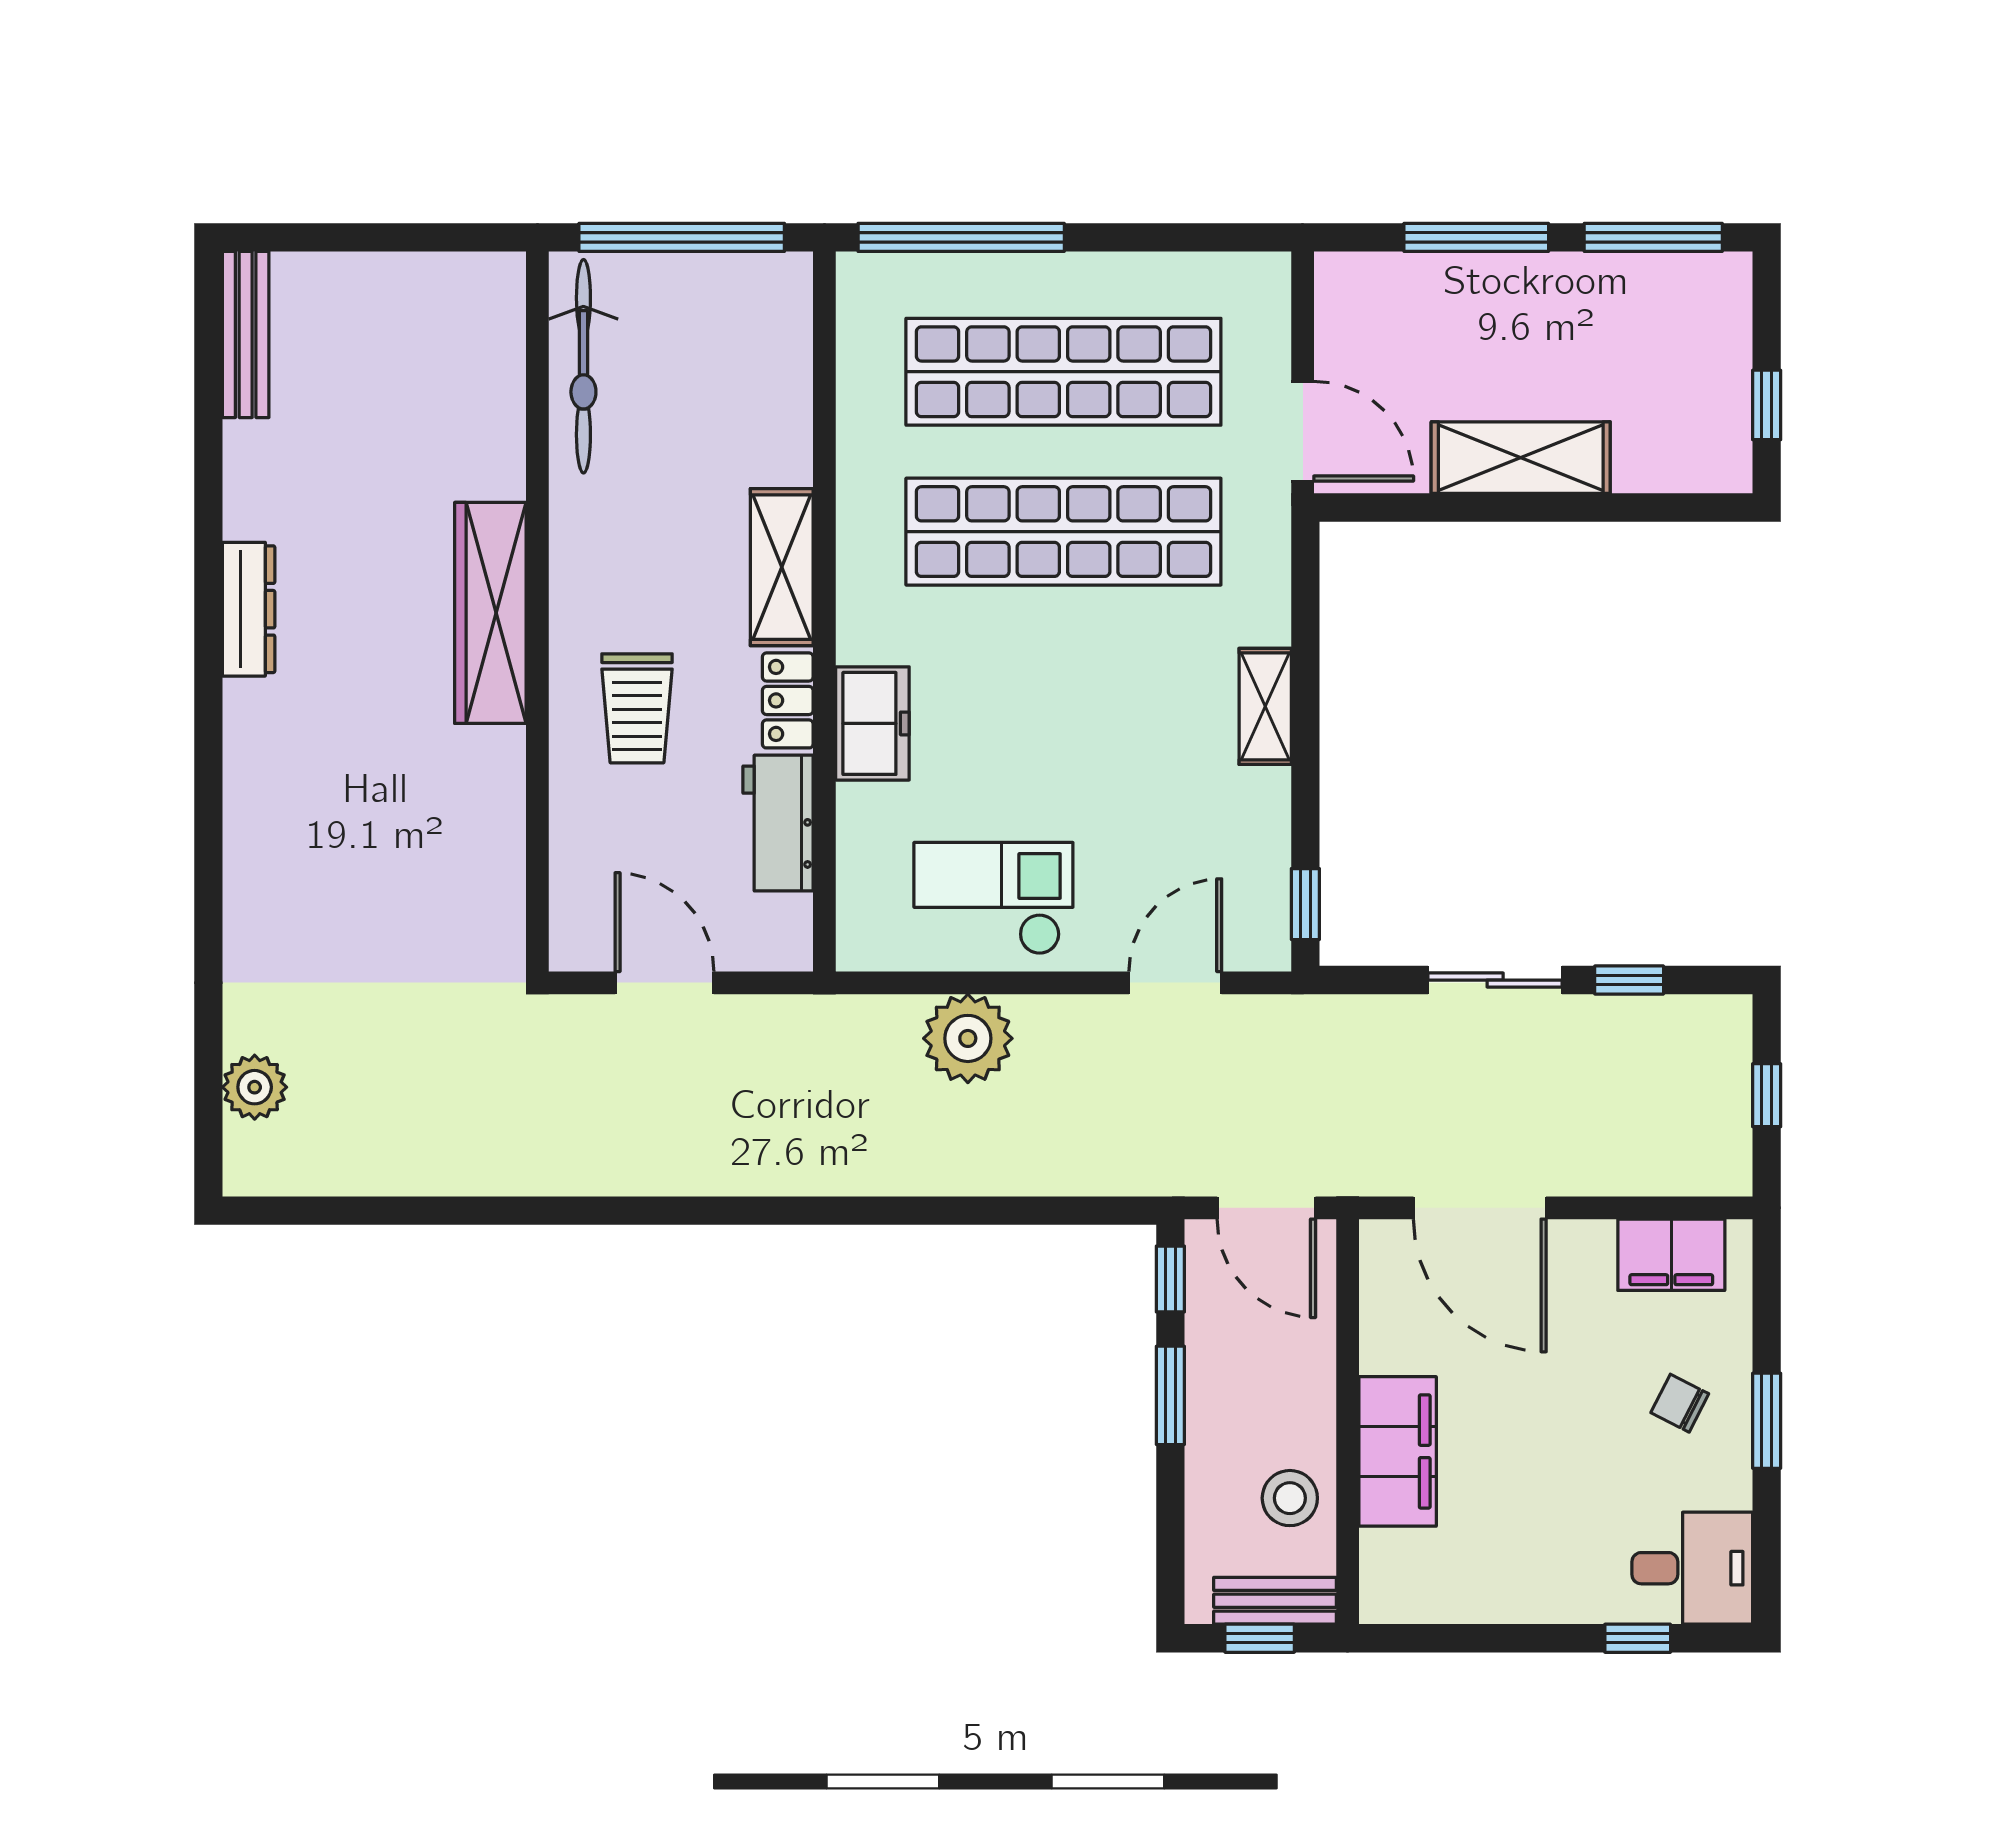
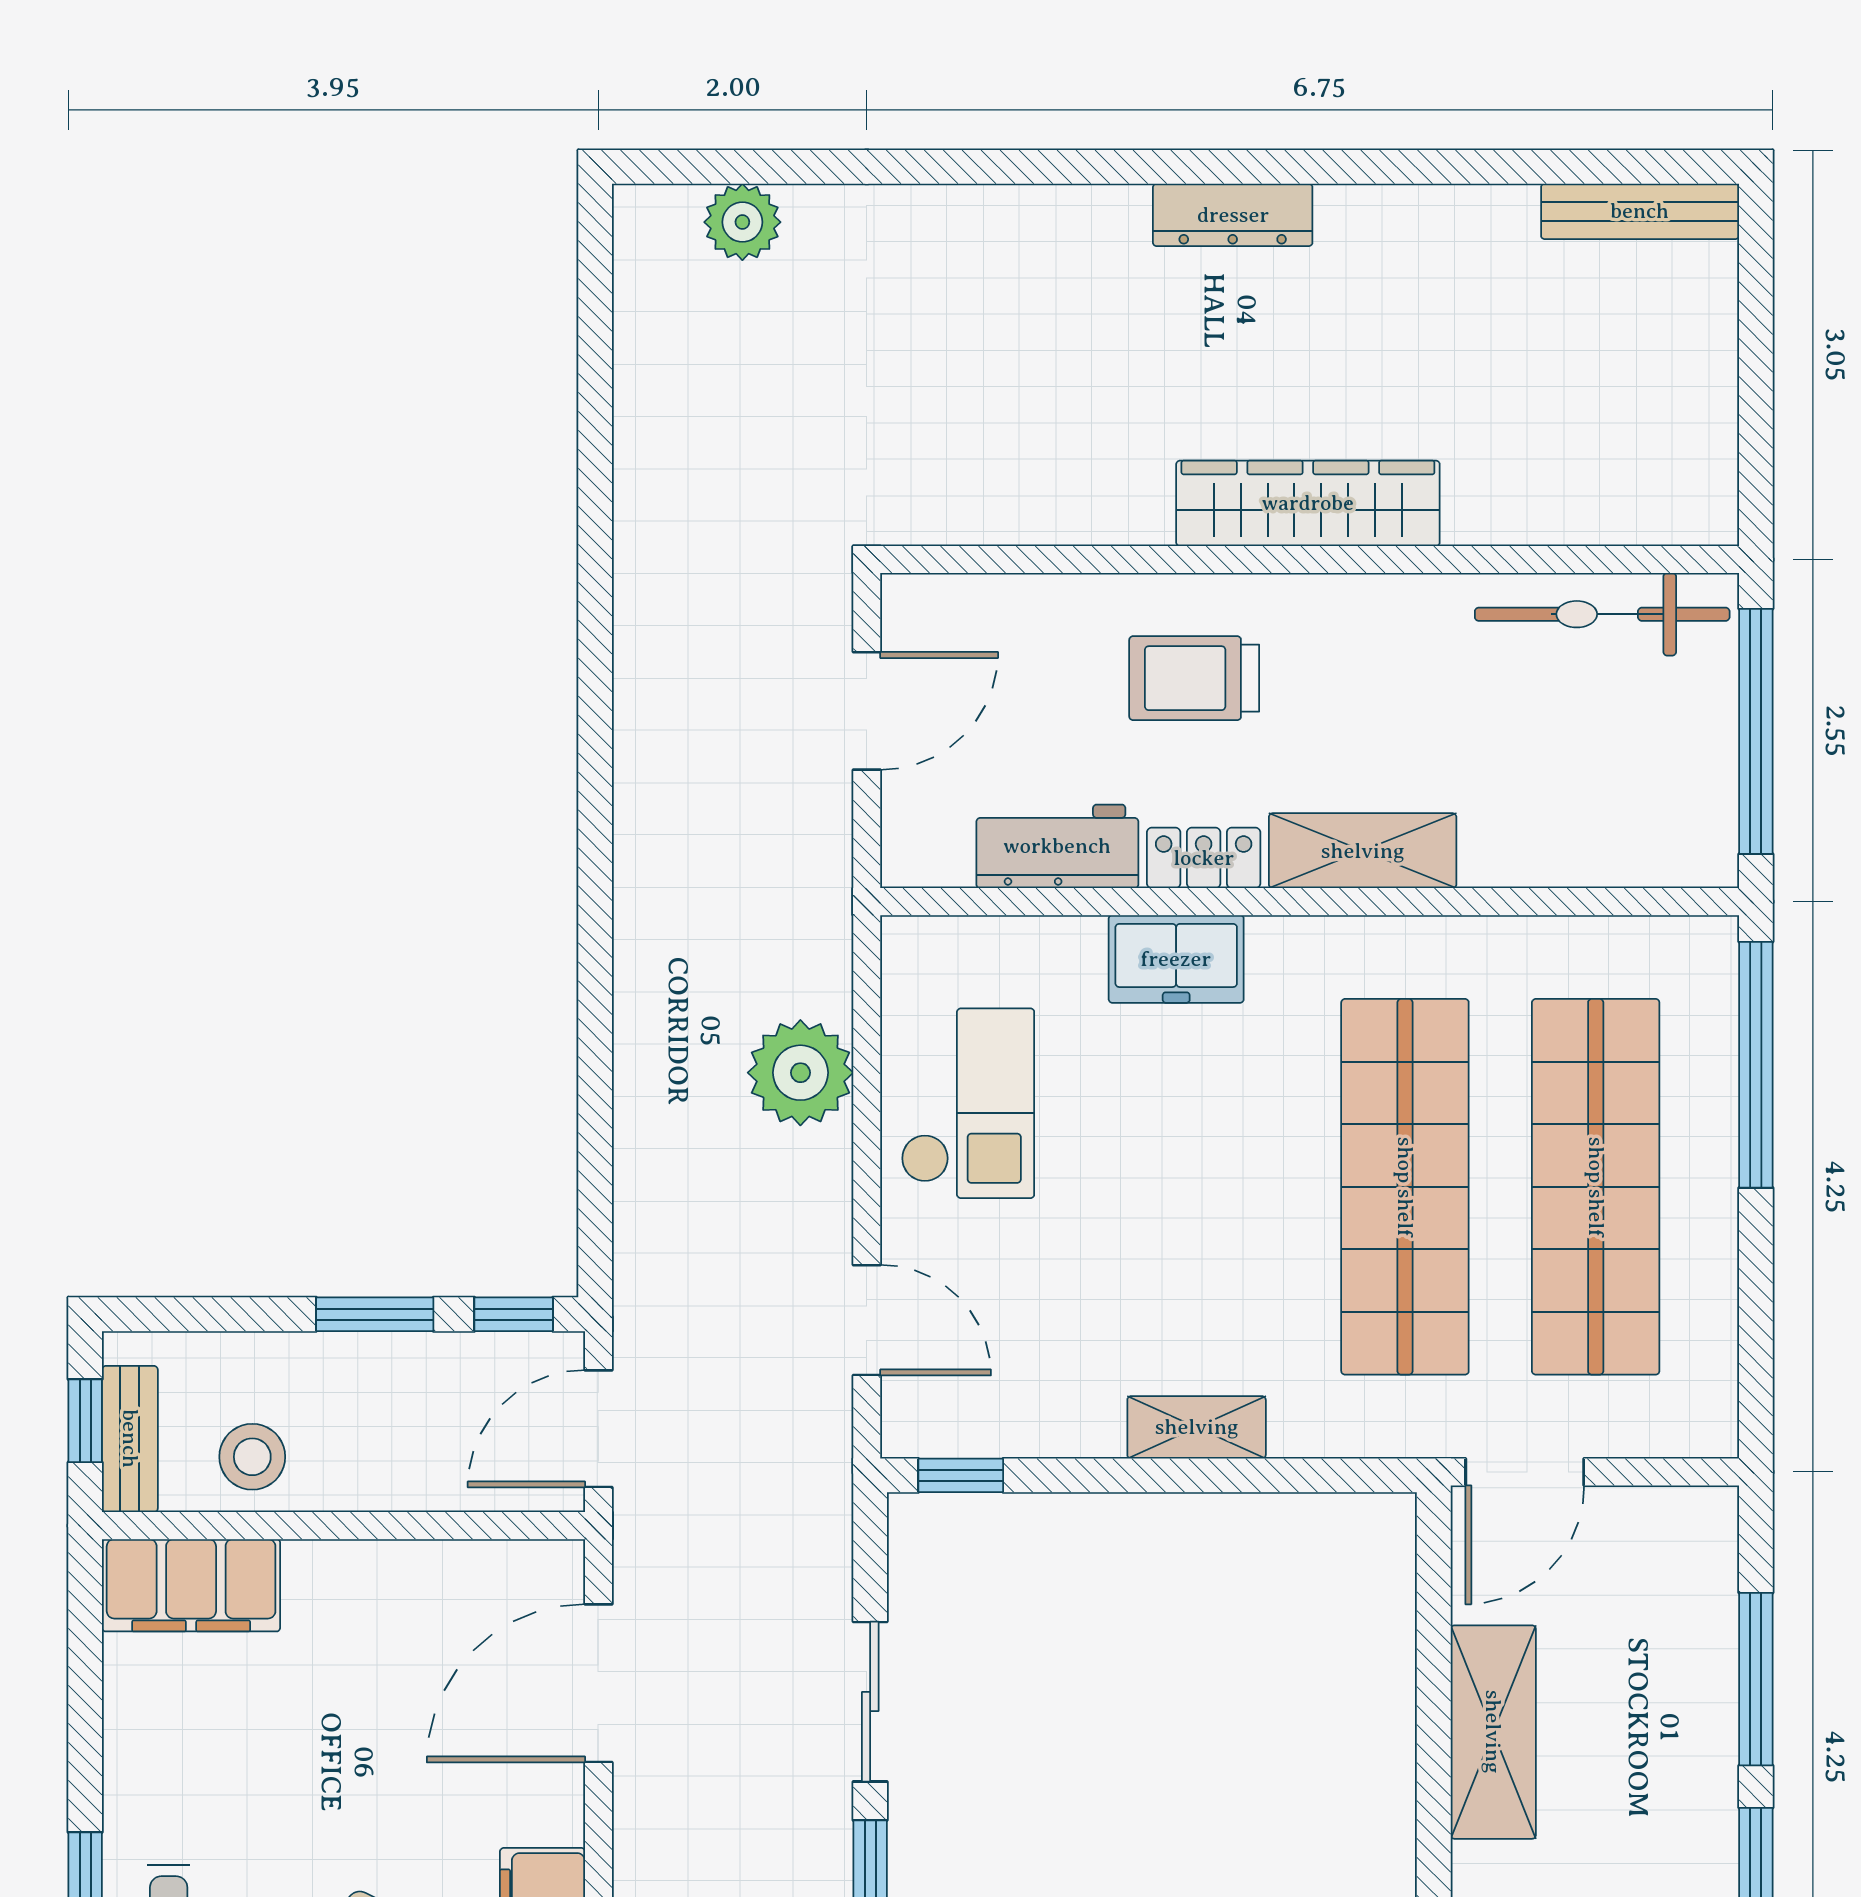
dresser: (249, 609) -> (1233, 215), moved
filing cabinet: (1398, 1451) -> (191, 1585), moved

